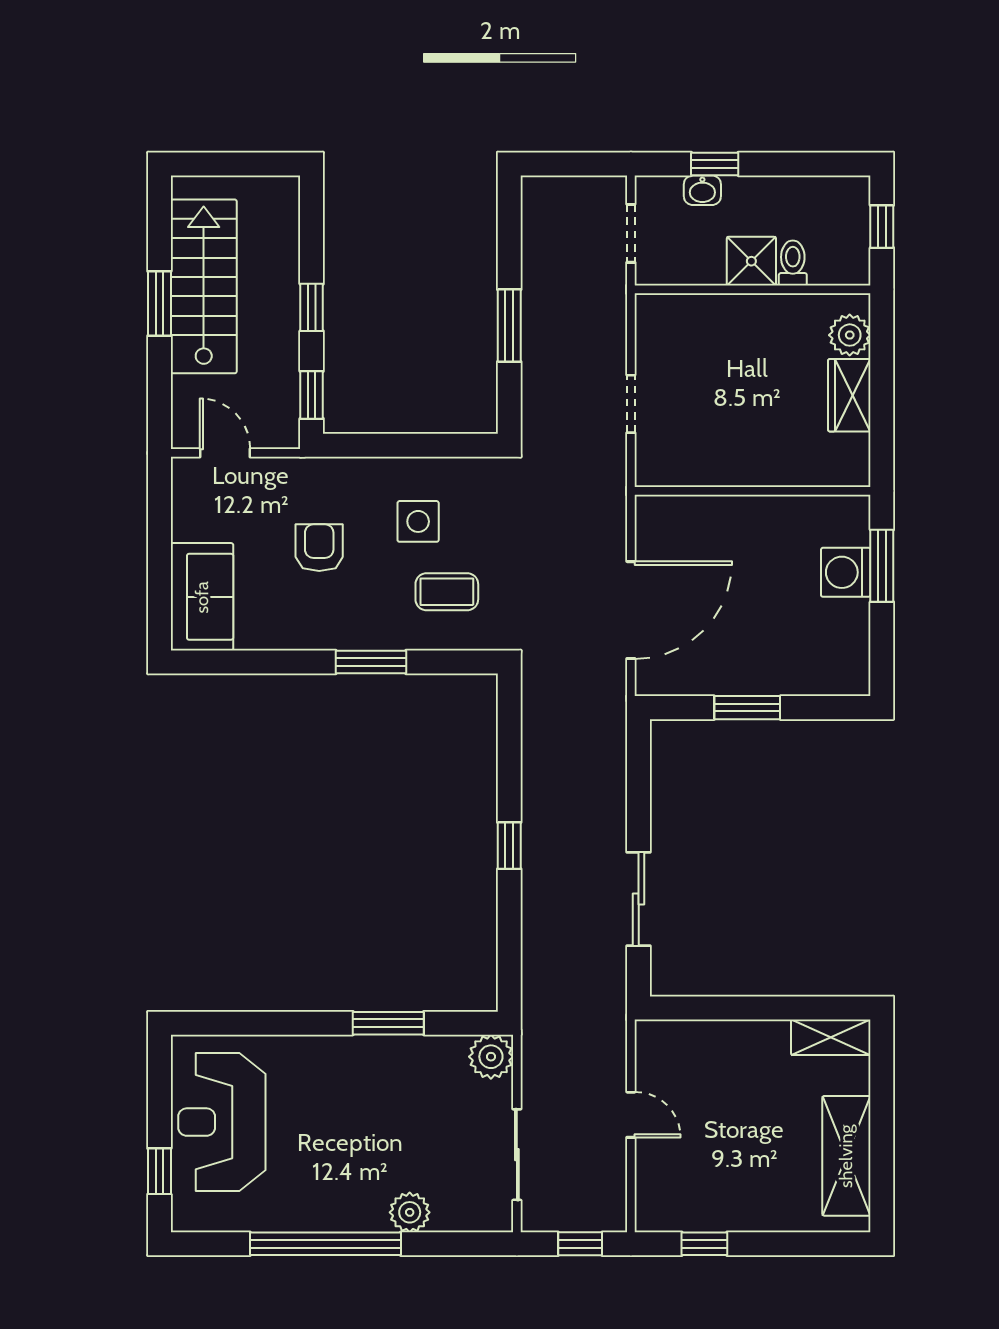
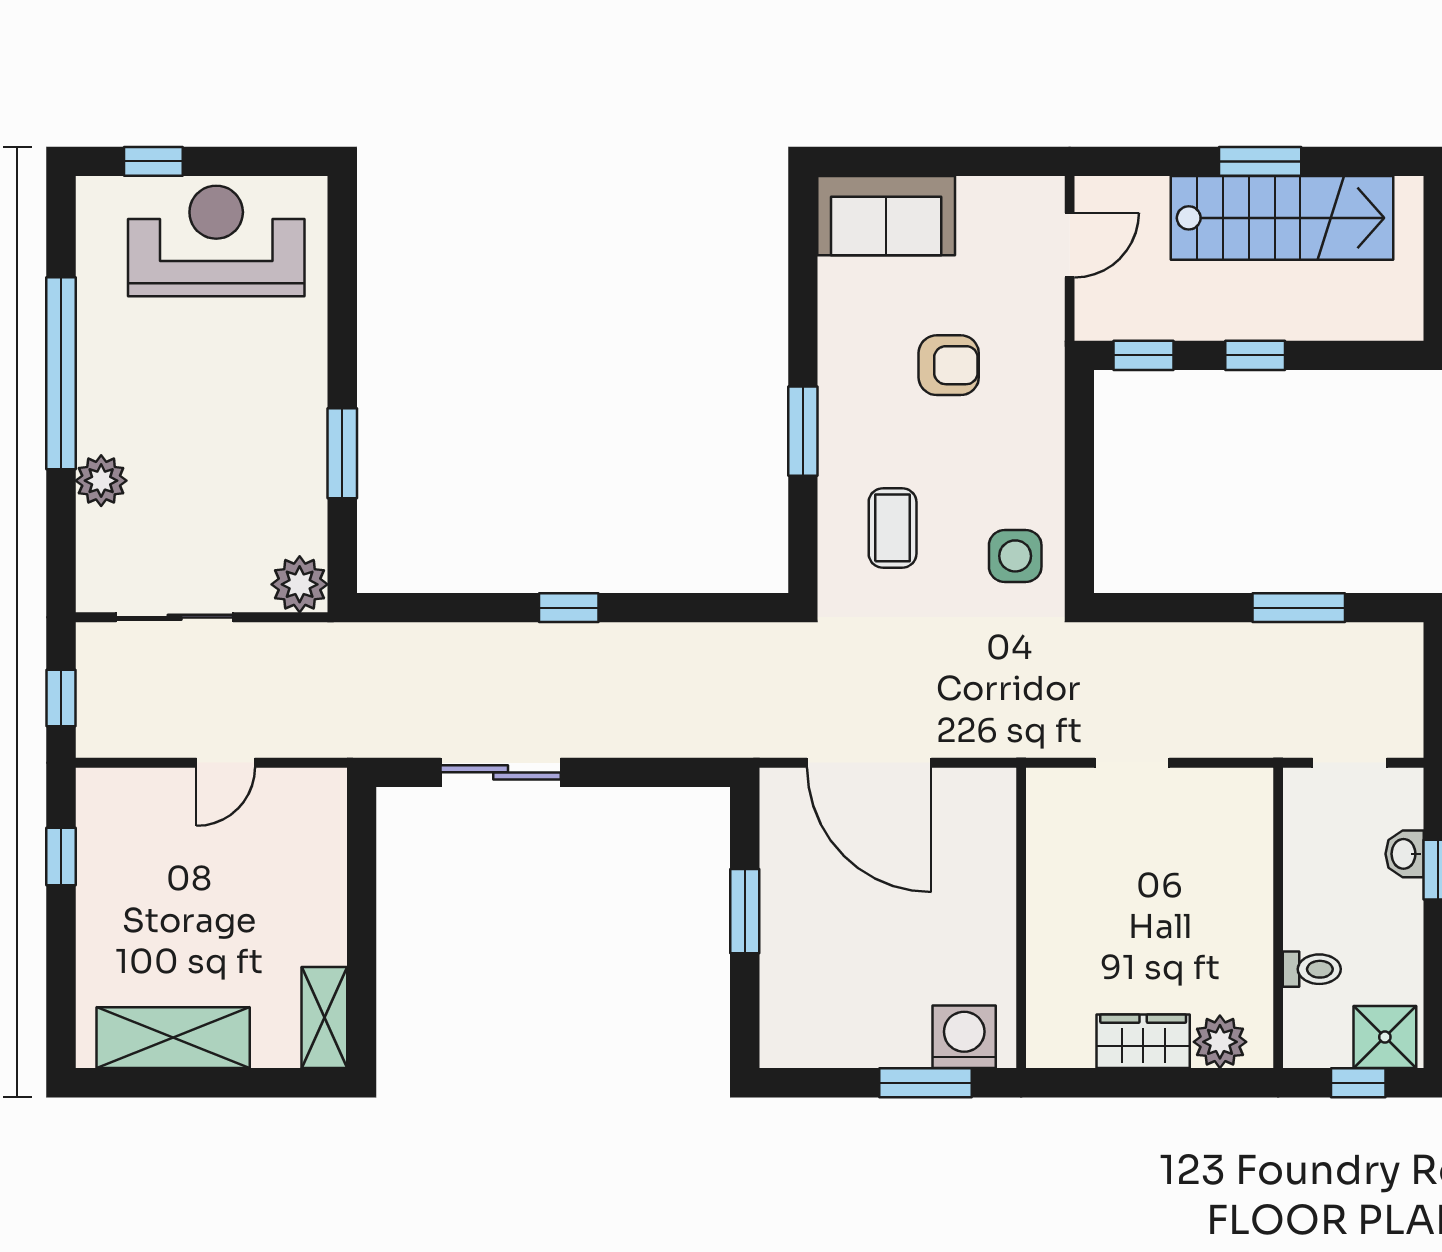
shower: (751, 261) -> (1385, 1037), moved
window: (509, 326) -> (1299, 608), moved
side table: (418, 521) -> (1015, 556), moved
washing machine: (846, 572) -> (964, 1037), moved

